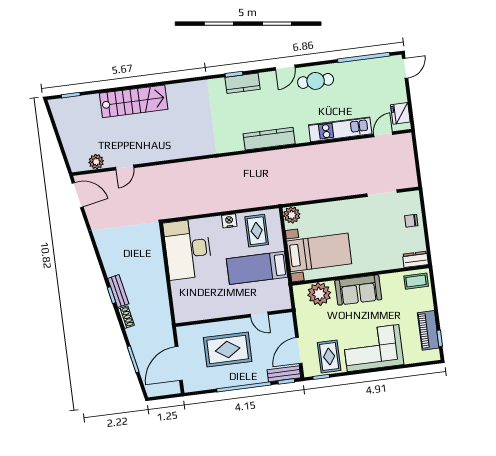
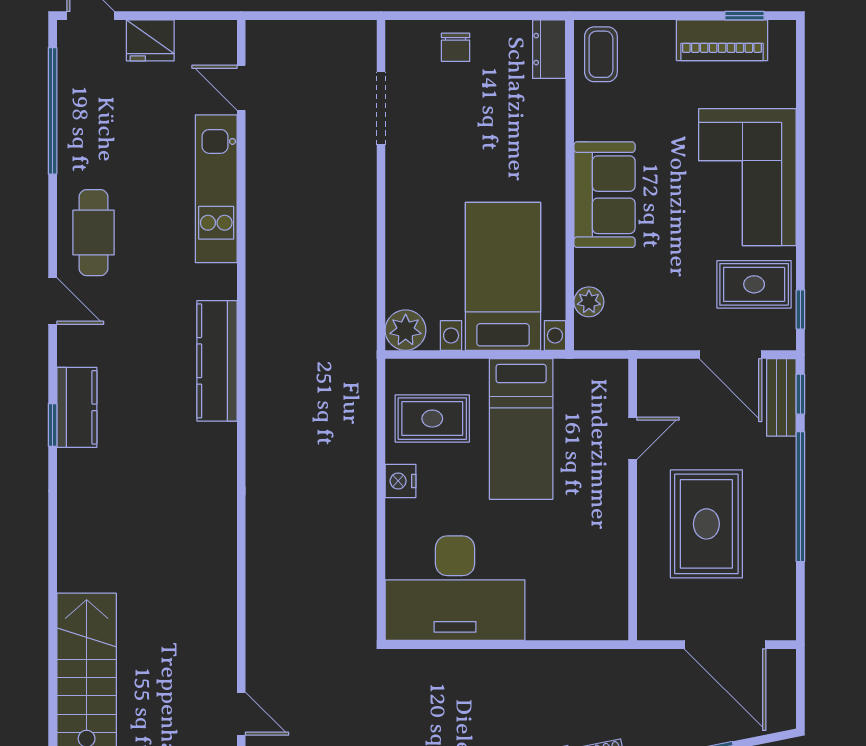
fridge: (400, 113) -> (150, 40), moved
plant: (319, 294) -> (589, 302), width x0.53, depth x0.53

